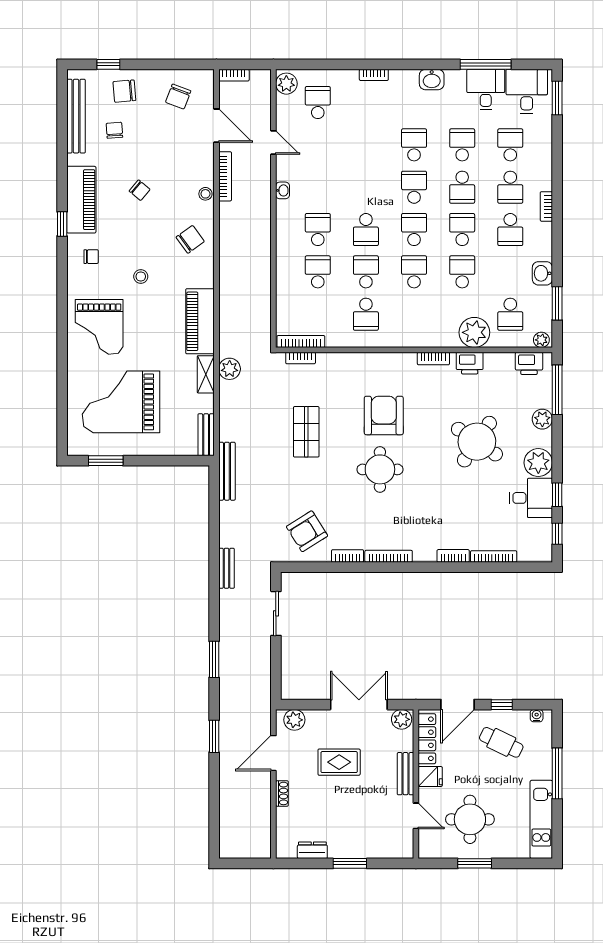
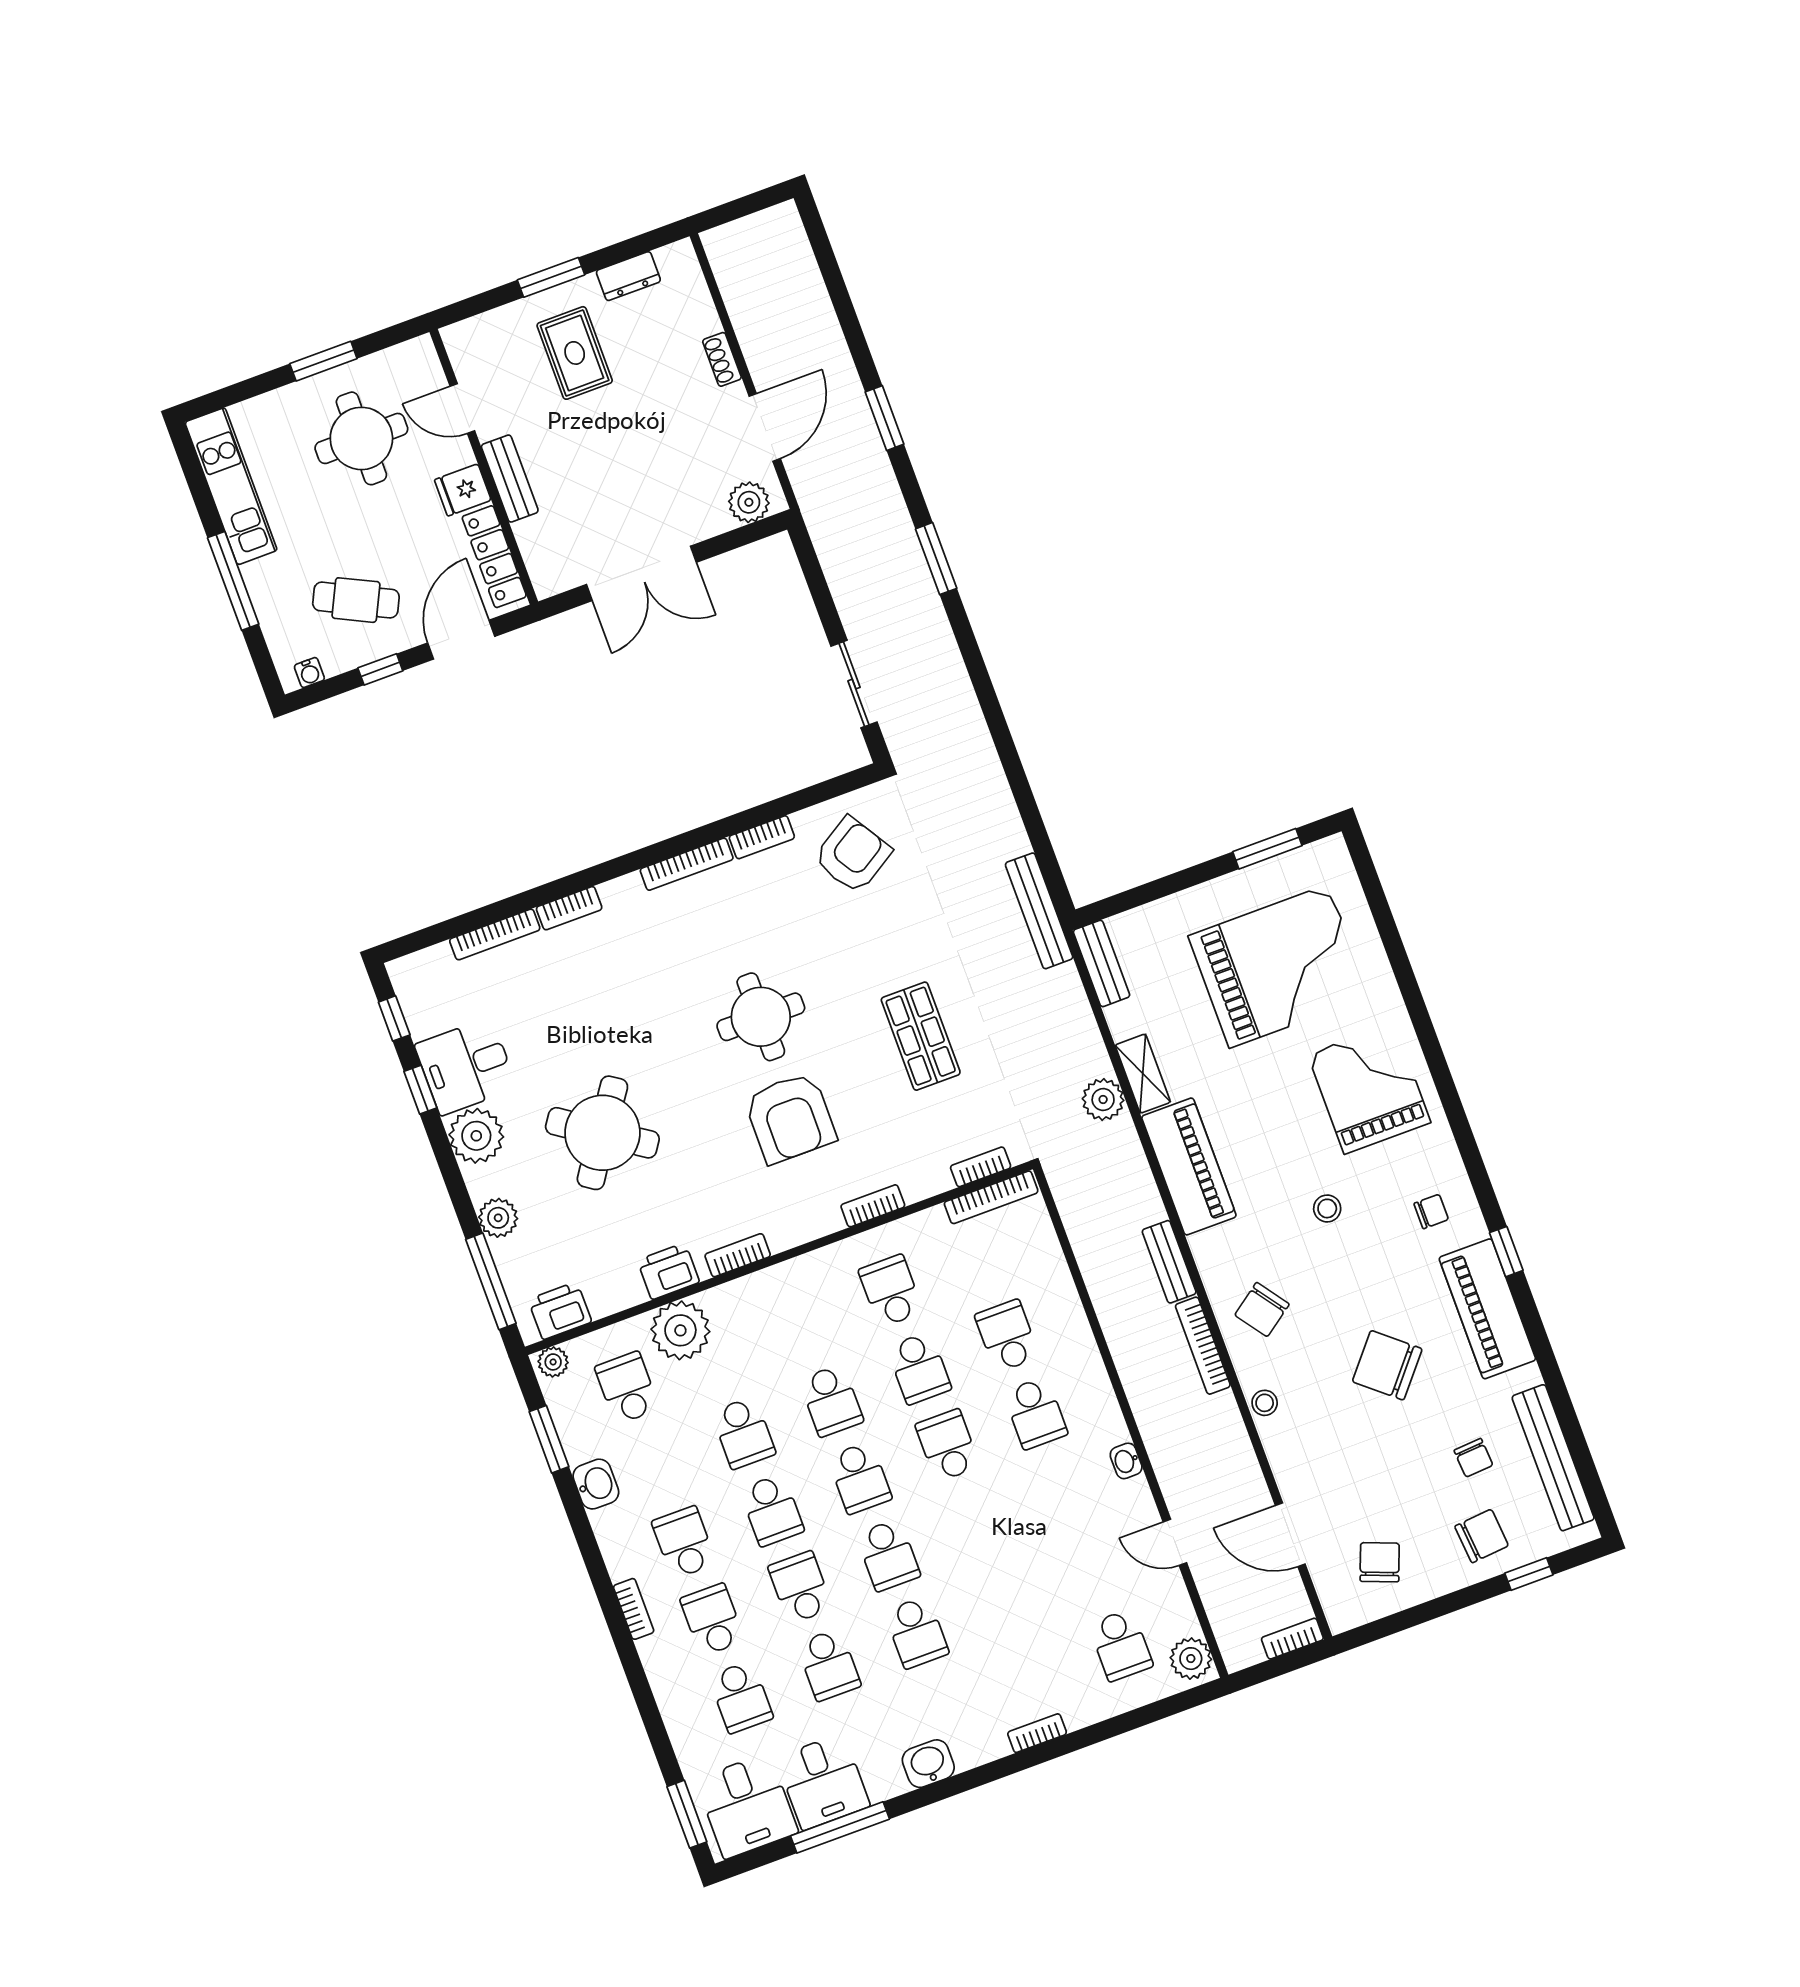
bookcase: (225, 176) -> (1203, 1346), moved
chair: (140, 190) -> (1387, 1365), width x1.87, depth x1.87
chair: (91, 257) -> (1431, 1211), turned 180
school desk: (318, 272) -> (1007, 1336), turned 180
bookcase: (359, 358) -> (873, 1206), added
bench: (226, 568) -> (1169, 1262), moved
plant: (402, 719) -> (553, 575), removed
rug: (339, 762) -> (575, 353), moved, turned 90

